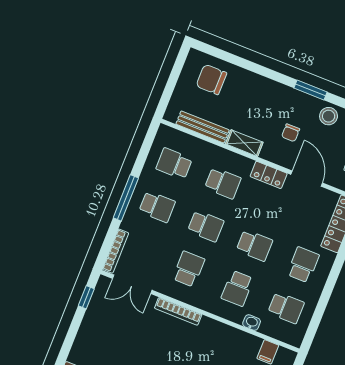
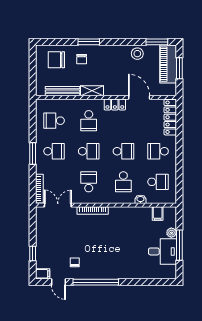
window: (311, 90) -> (89, 42), moved
chair: (291, 133) -> (82, 59), moved
school desk: (223, 183) -> (89, 121), turned 90
window: (126, 198) -> (33, 153), width x0.69
school desk: (303, 265) -> (158, 151), turned -90
double door: (132, 284) -> (58, 205), swing flipped
window: (86, 297) -> (33, 253), moved

